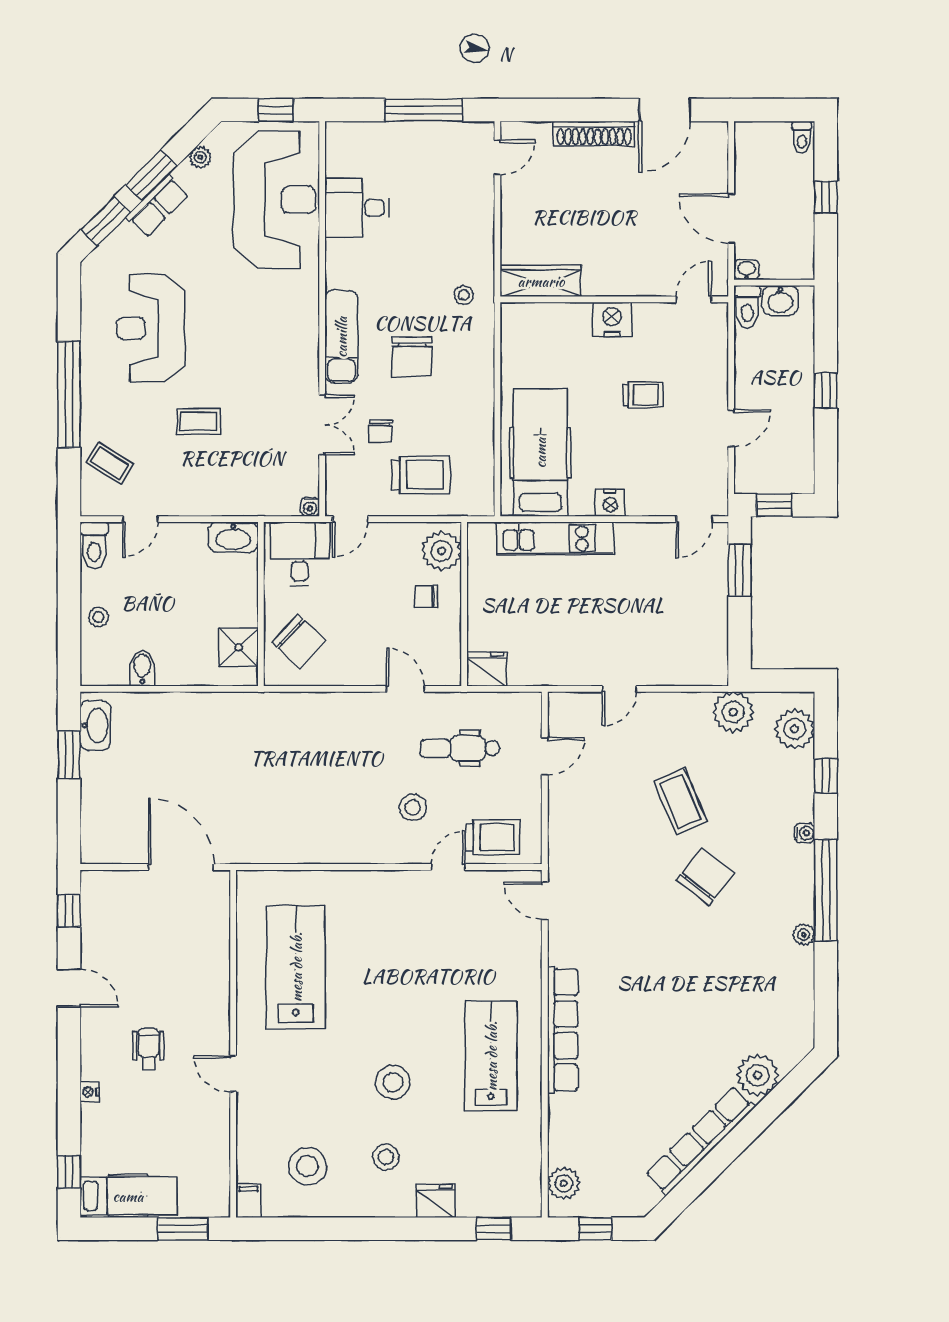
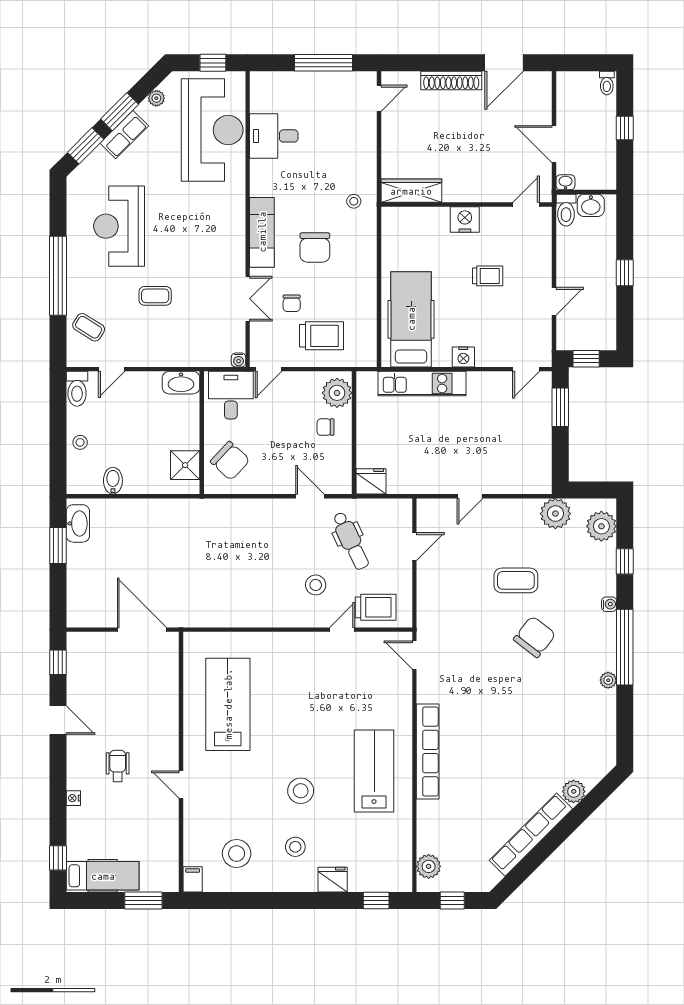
dental chair: (460, 748) -> (351, 541), turned -115
coffee table: (680, 801) -> (516, 580), turned -67
plant: (758, 1075) -> (574, 791), width x0.73, depth x0.73

